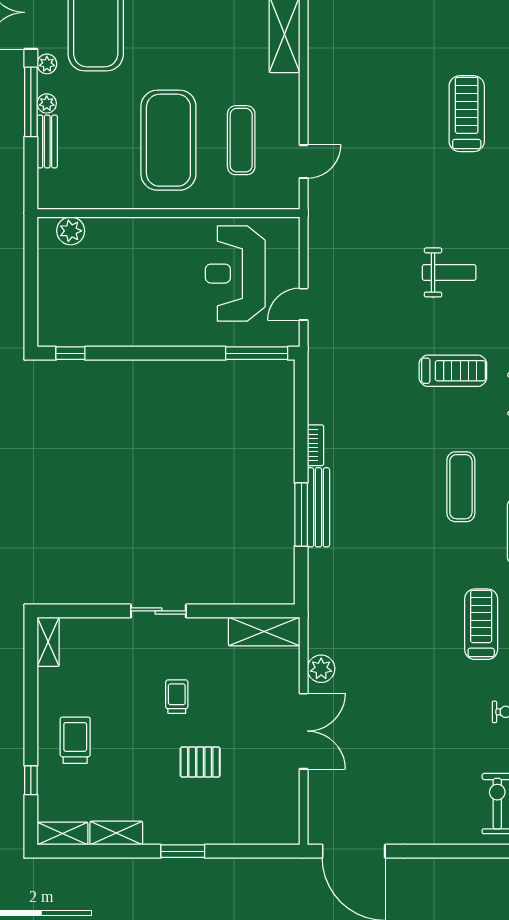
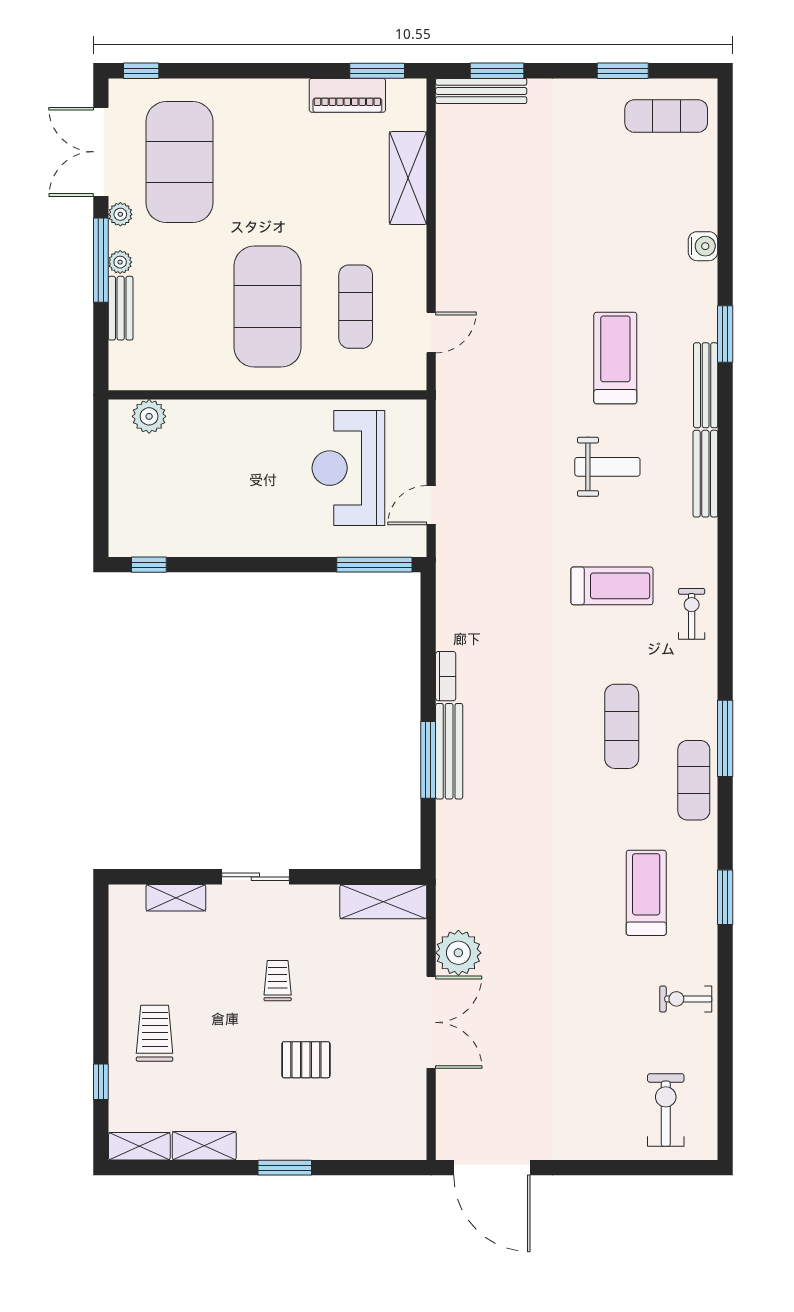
treadmill: (467, 114) -> (615, 358), moved
shelving: (48, 642) -> (176, 898), moved, turned 90
plant: (321, 669) -> (458, 953), width x1.36, depth x1.36

